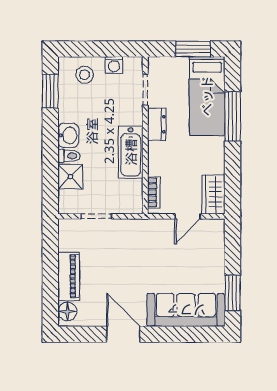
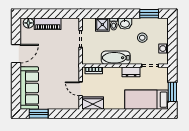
stool: (85, 75) -> (142, 38), moved
window: (233, 116) -> (135, 114), removed

